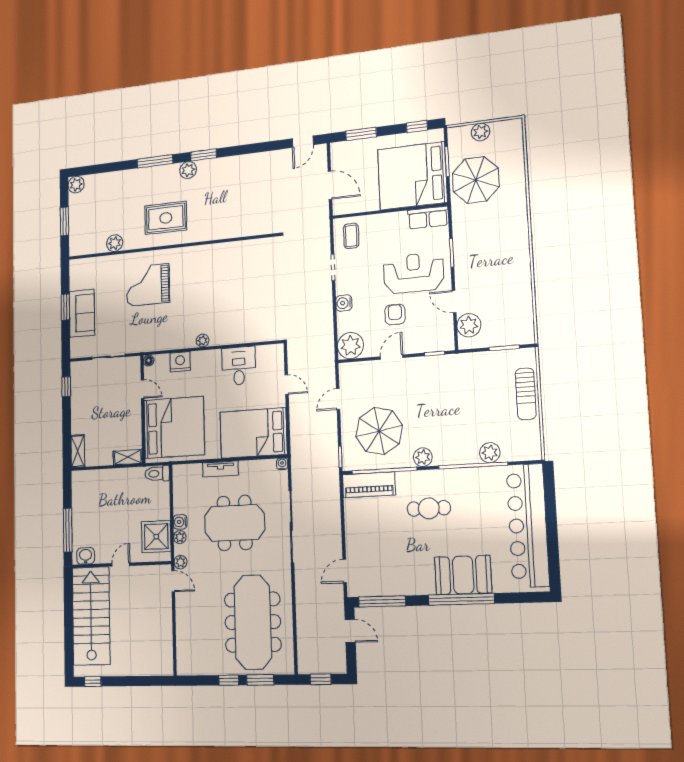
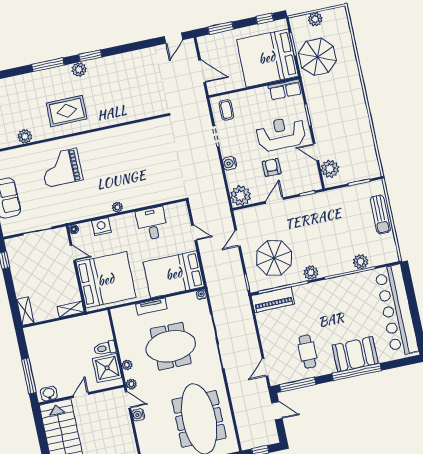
toilet: (157, 474) -> (105, 348), moved
cafe table: (429, 508) -> (307, 352), moved, turned 90
water cooler: (180, 522) -> (138, 415), moved

